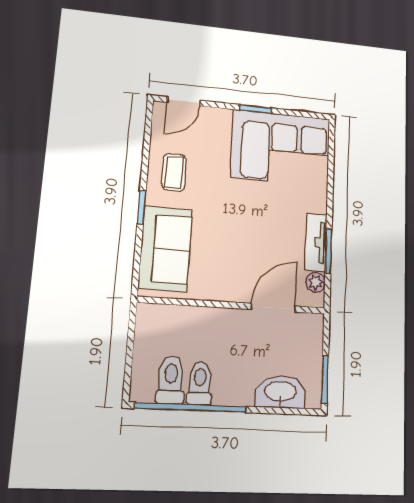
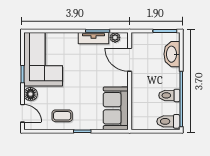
floor lamp: (219, 119) -> (31, 94), added
sofa: (165, 249) -> (116, 108), moved, turned -90
toilet: (171, 380) -> (168, 121), moved

